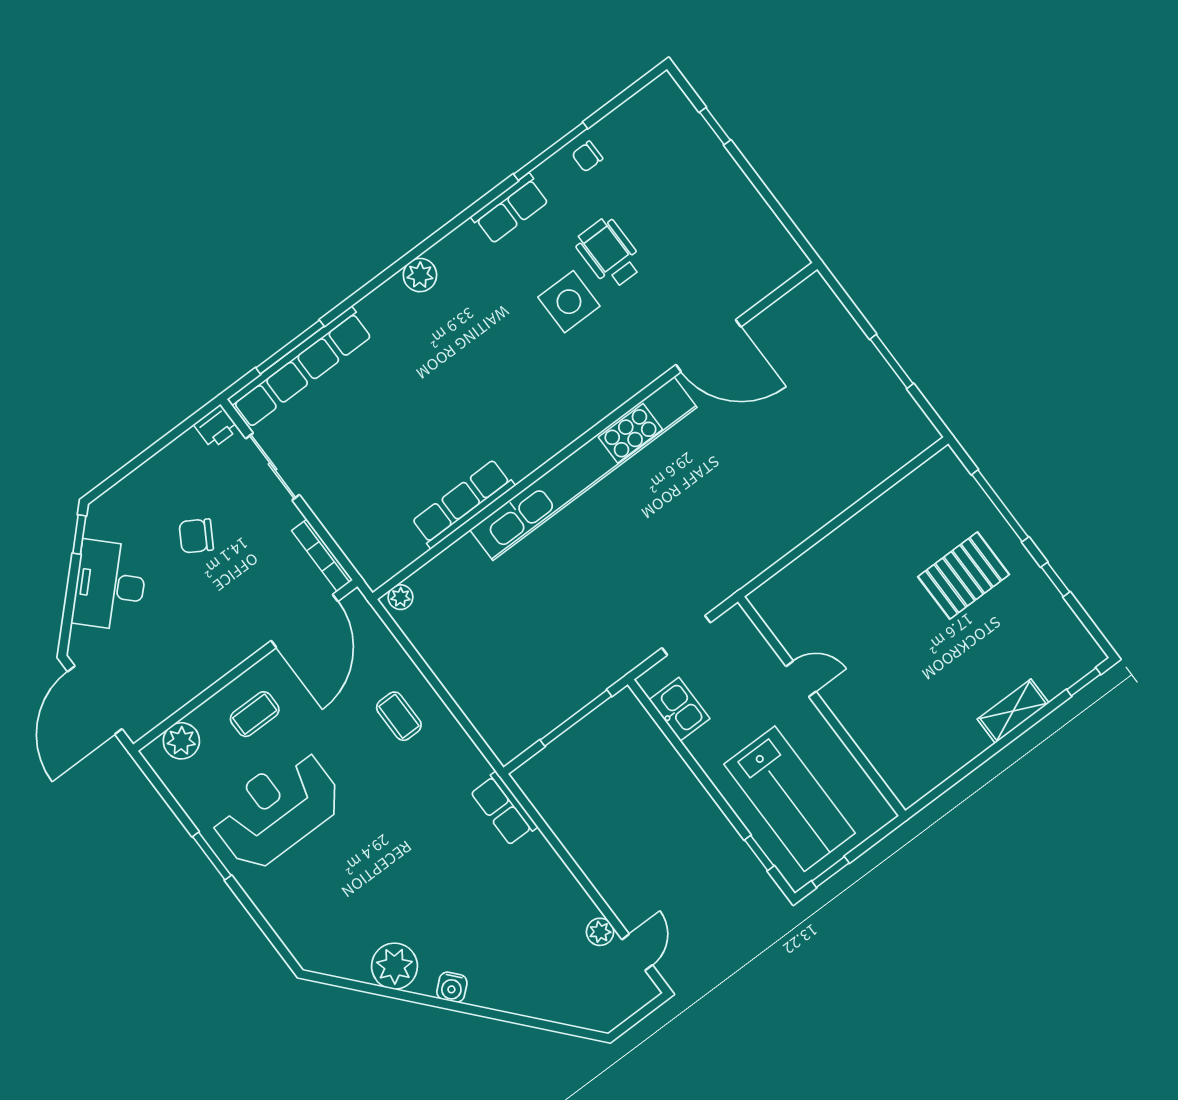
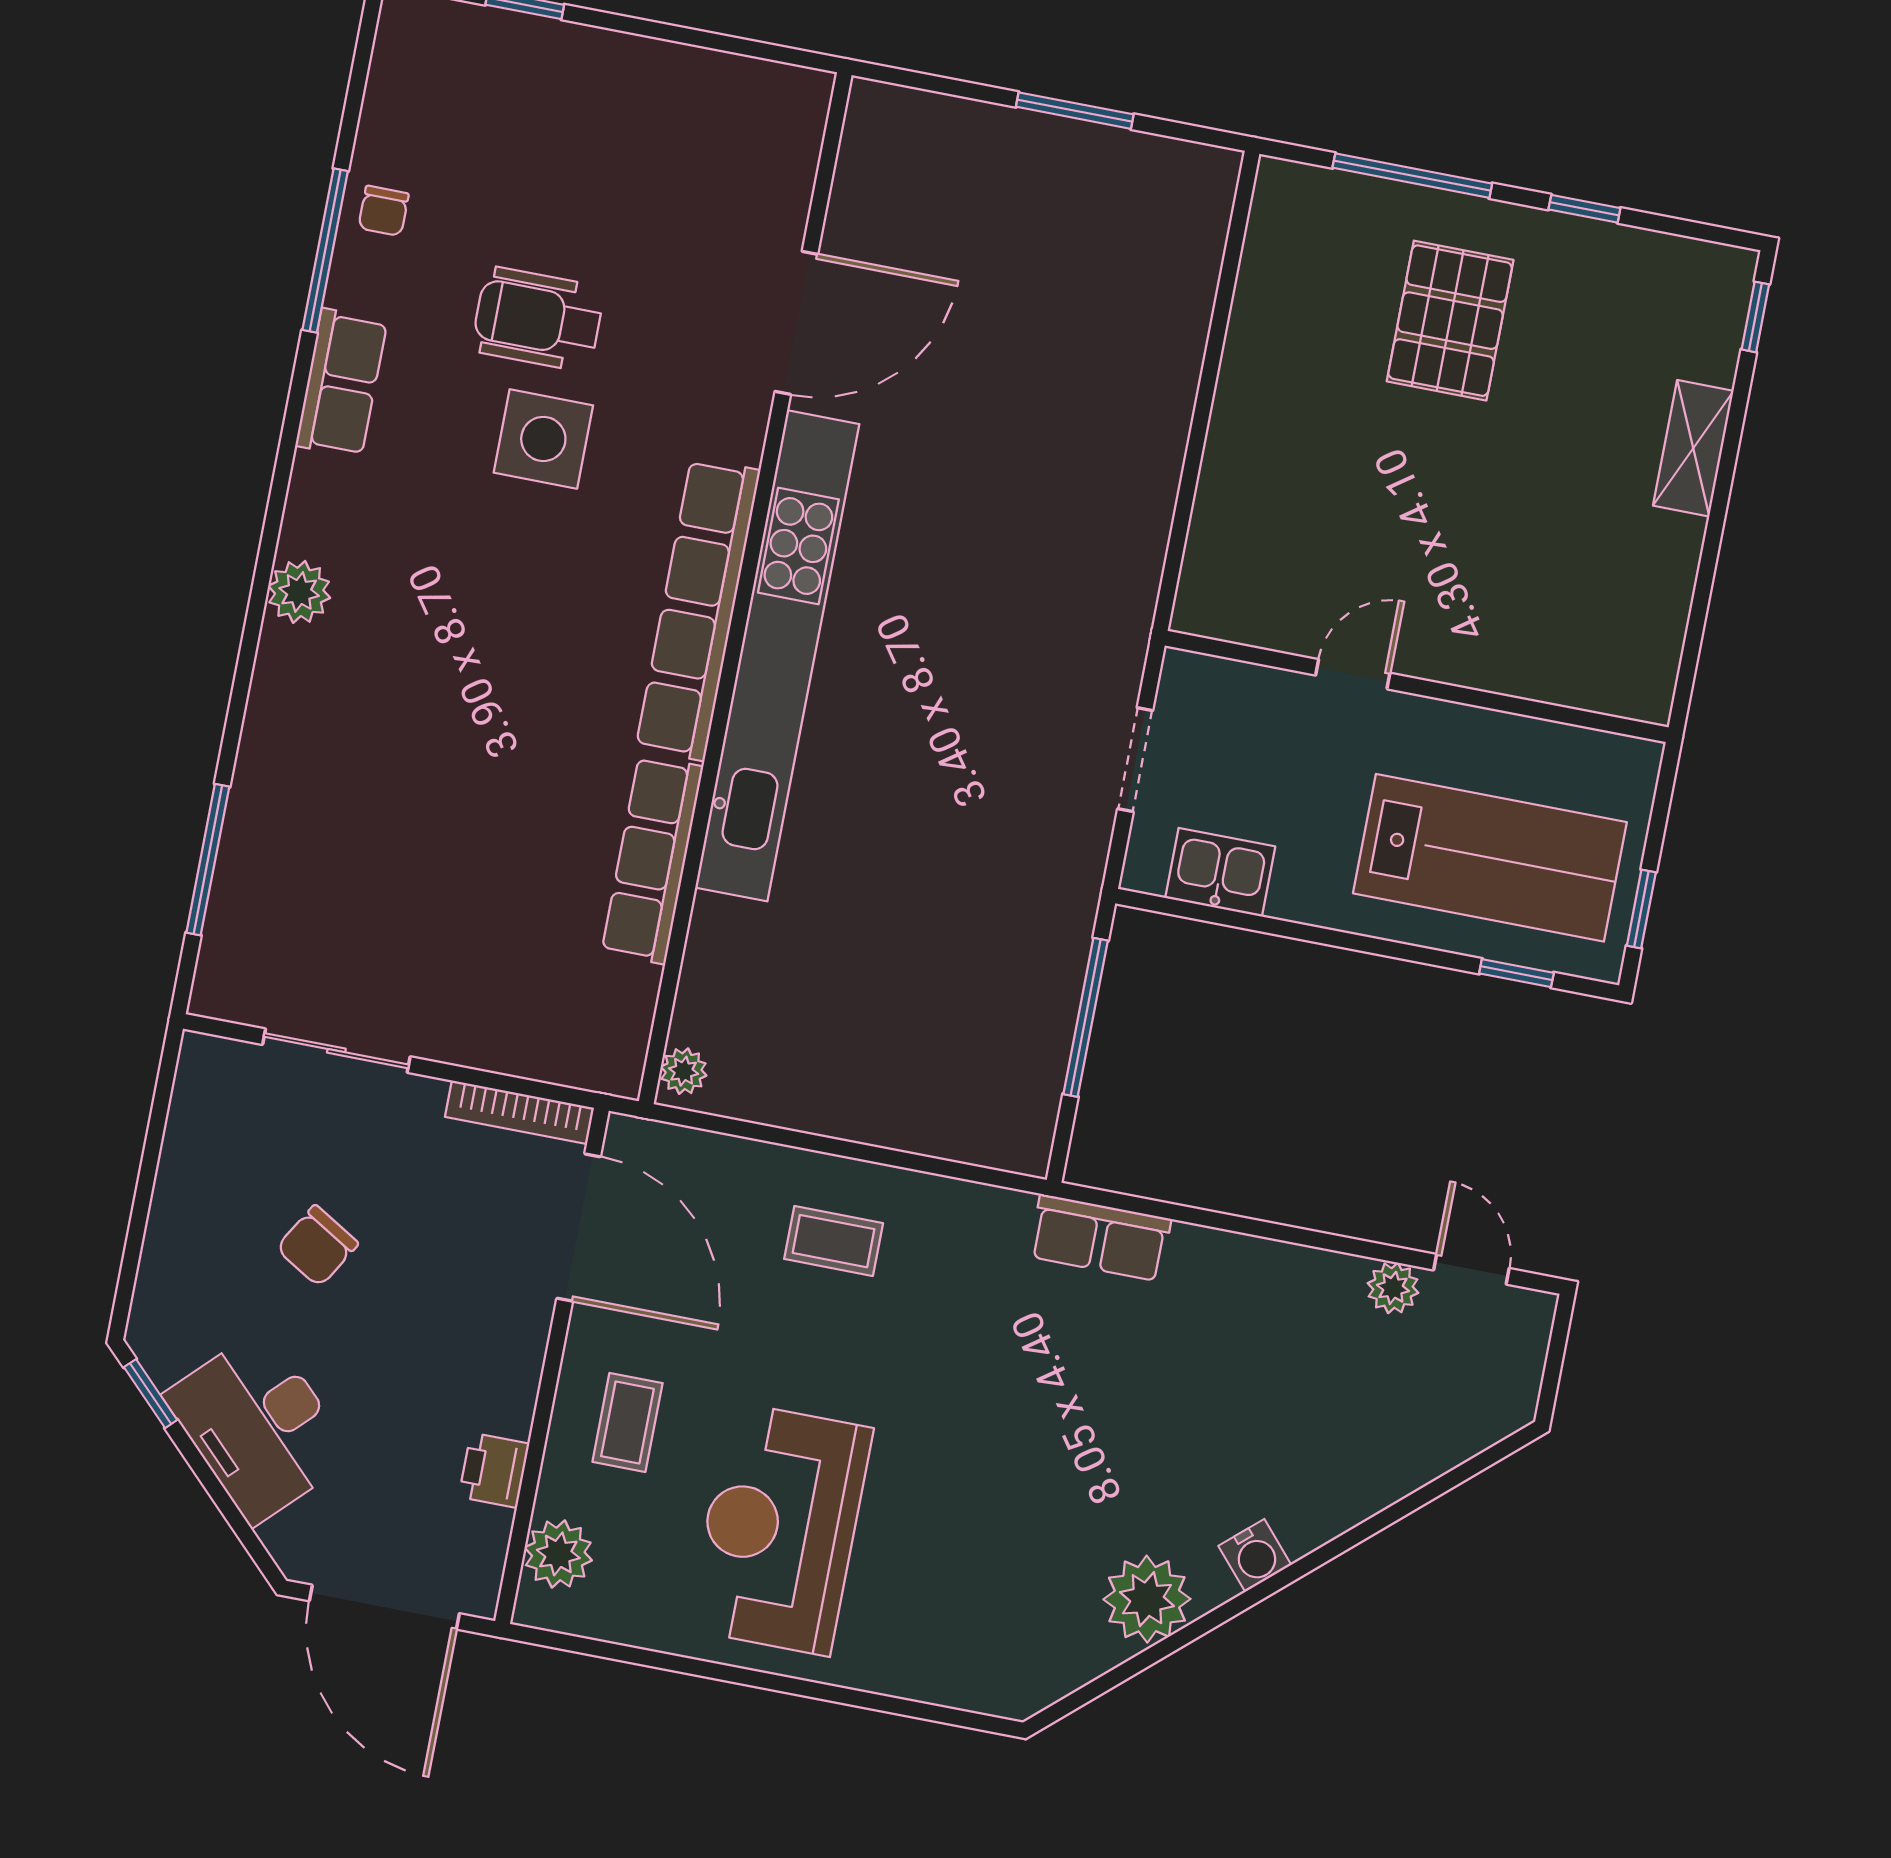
row of seats: (300, 367) -> (698, 609), moved, turned 180
printer: (216, 427) -> (494, 1470), moved, turned 180
window: (212, 856) -> (749, 1677), removed

